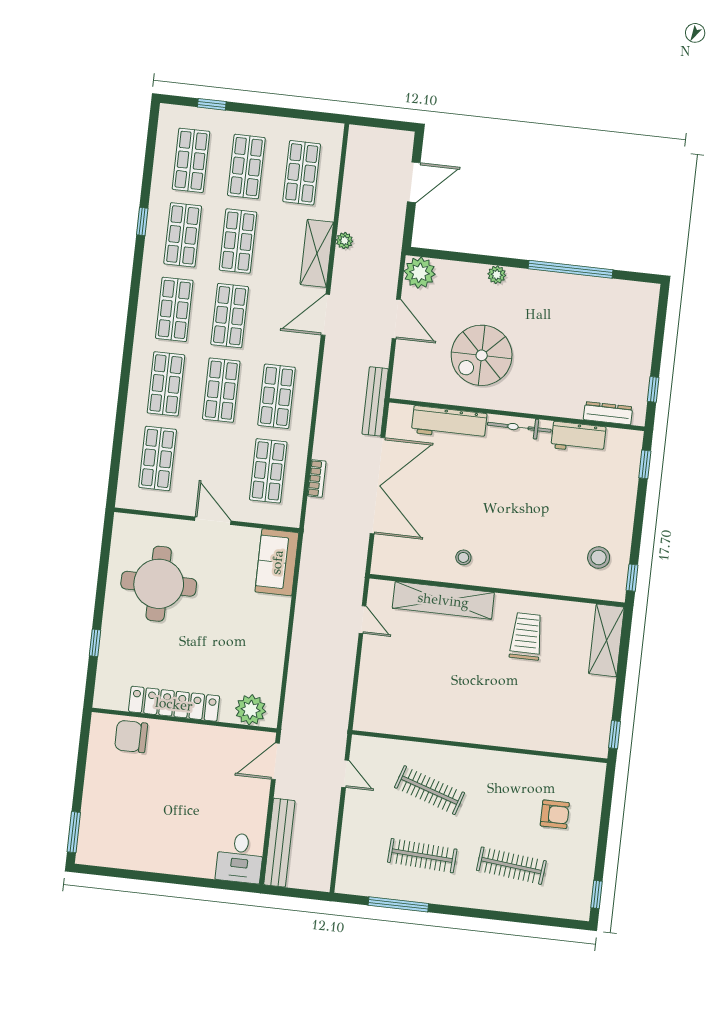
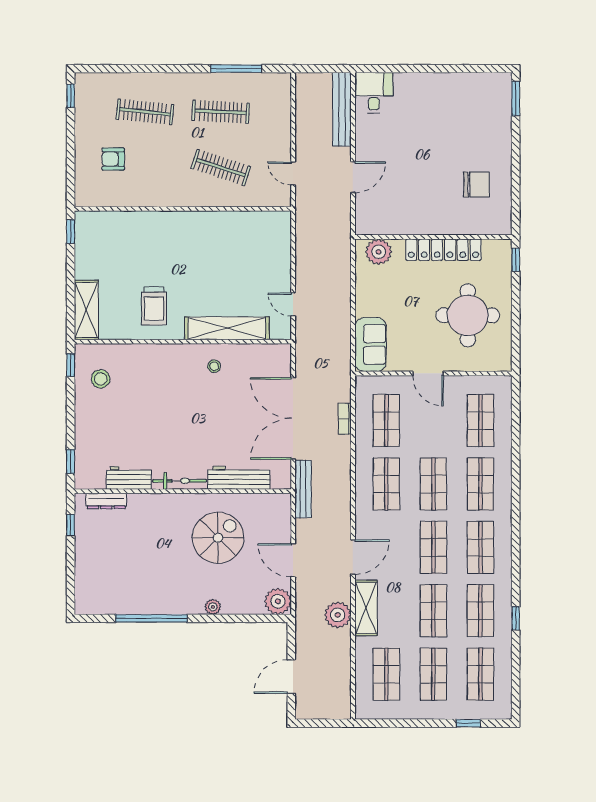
plant: (344, 241) -> (338, 615), width x1.88, depth x1.88
locker: (174, 704) -> (443, 250), moved
plant: (251, 710) -> (379, 252), moved
wall: (184, 720) -> (433, 237), moved

